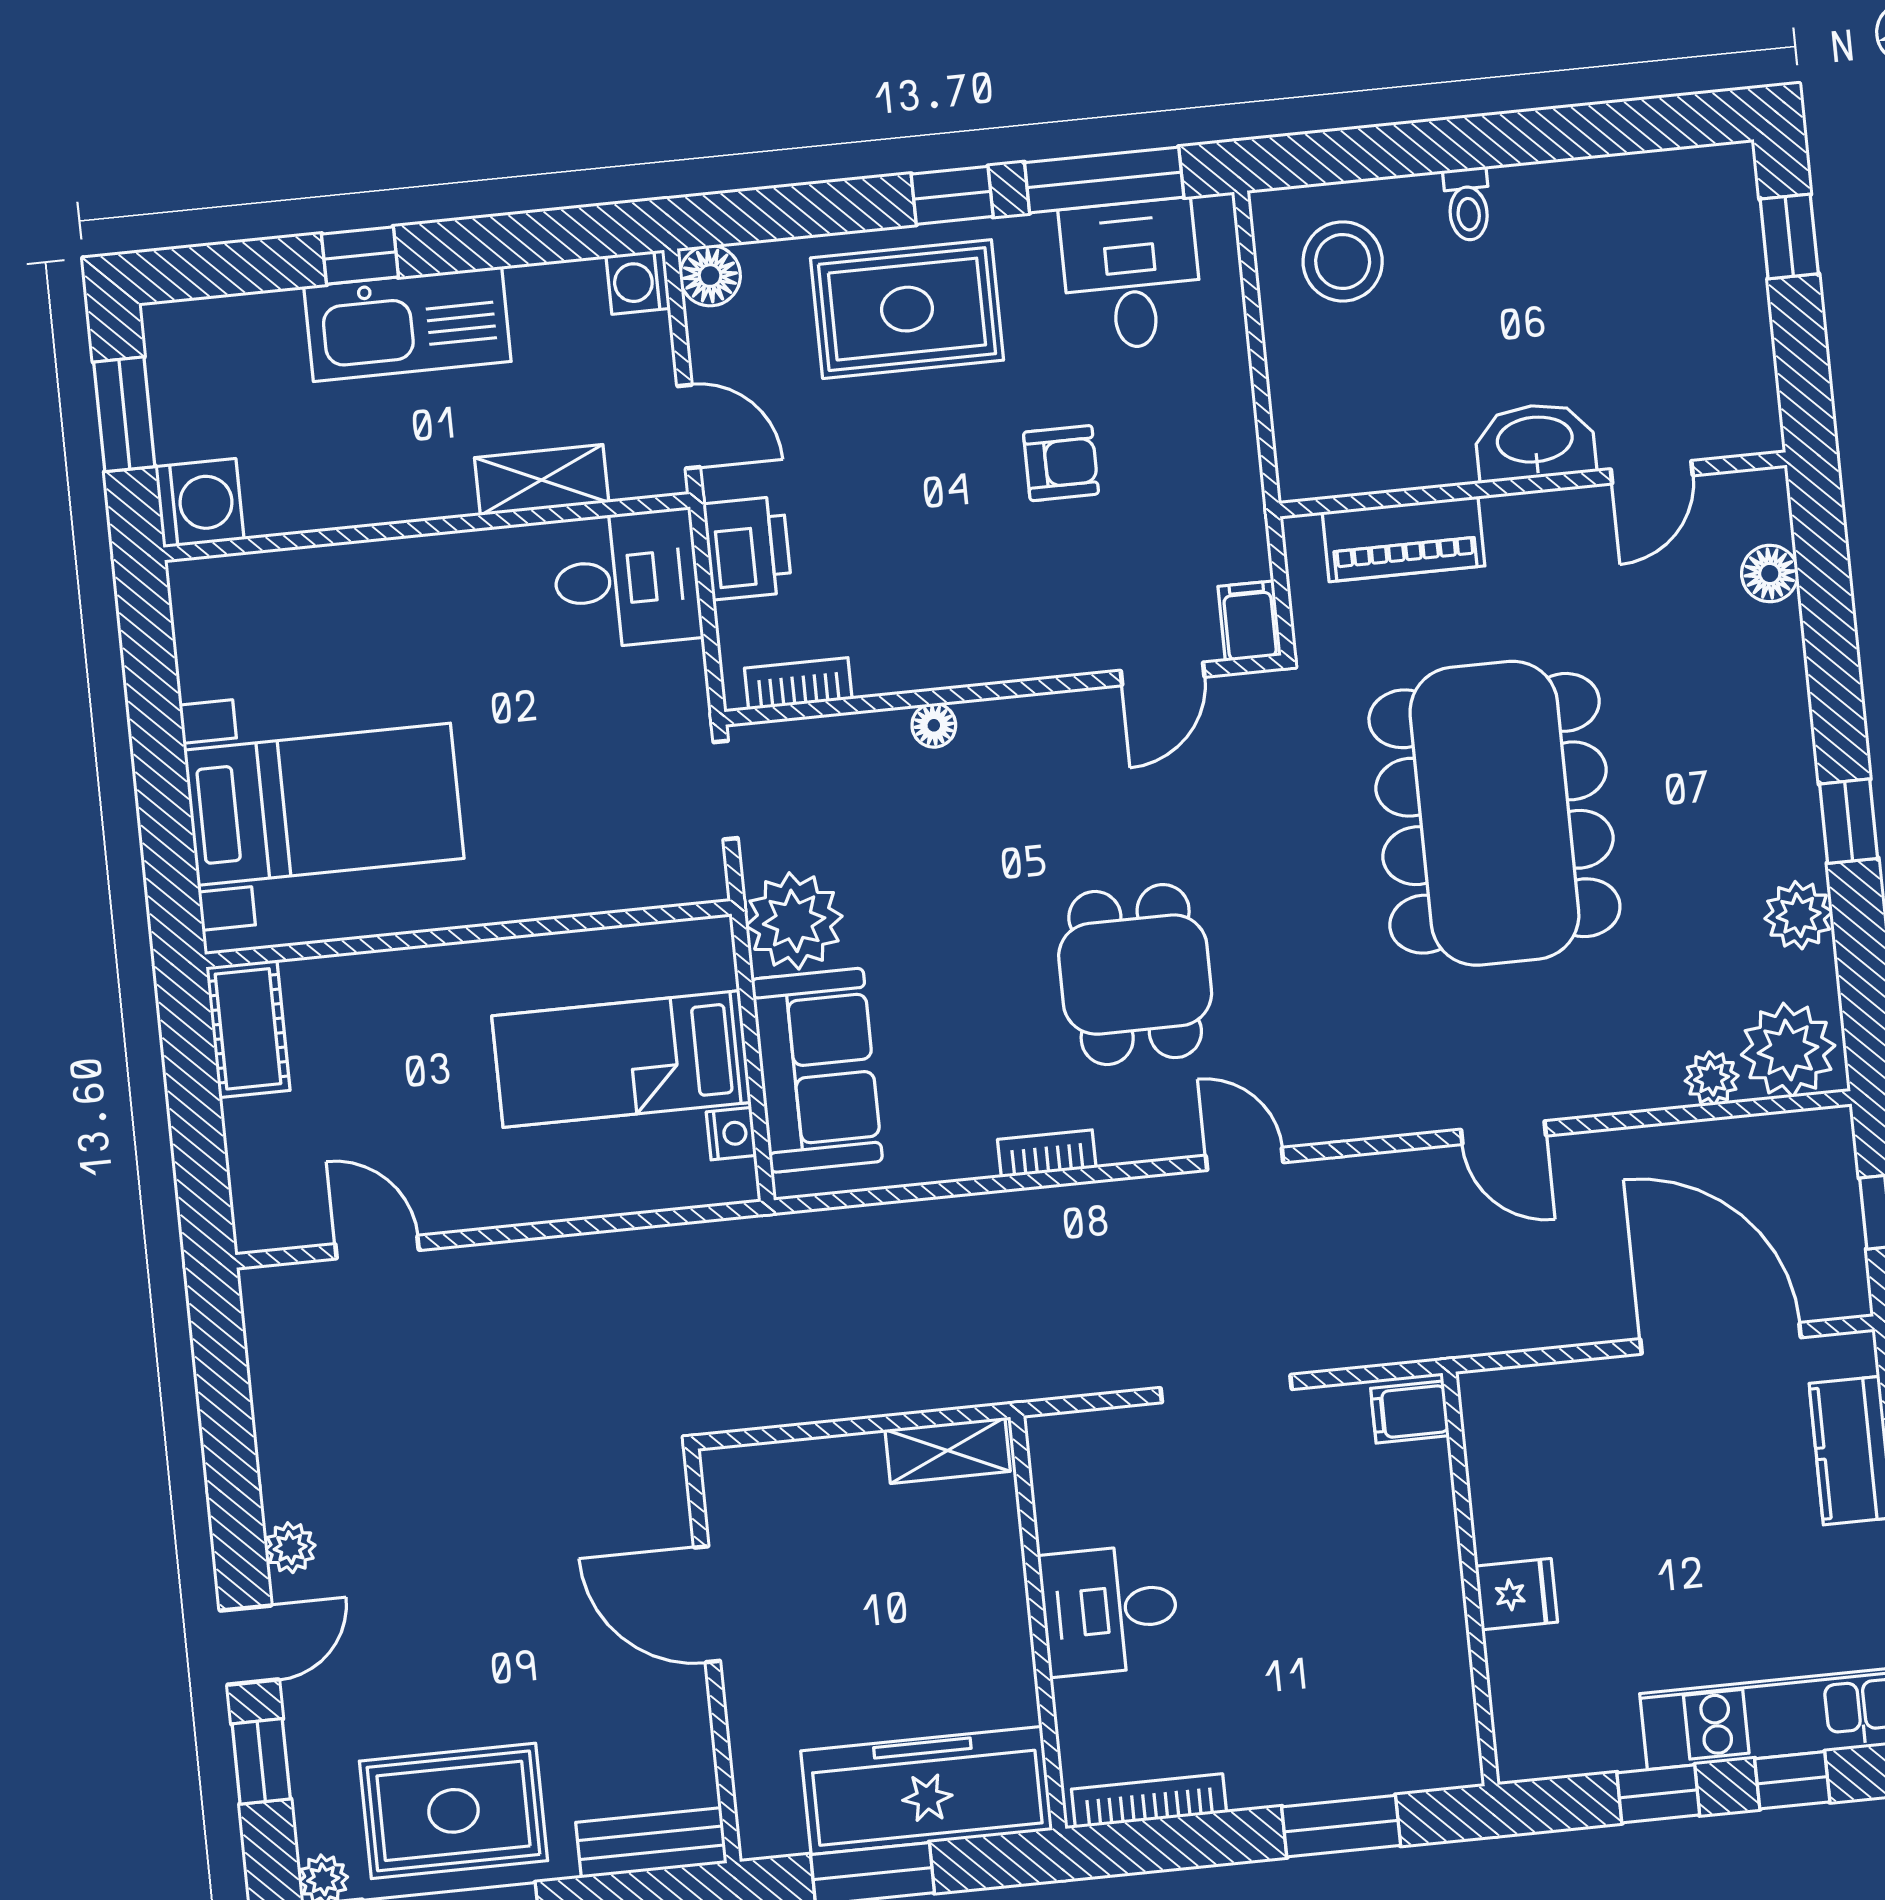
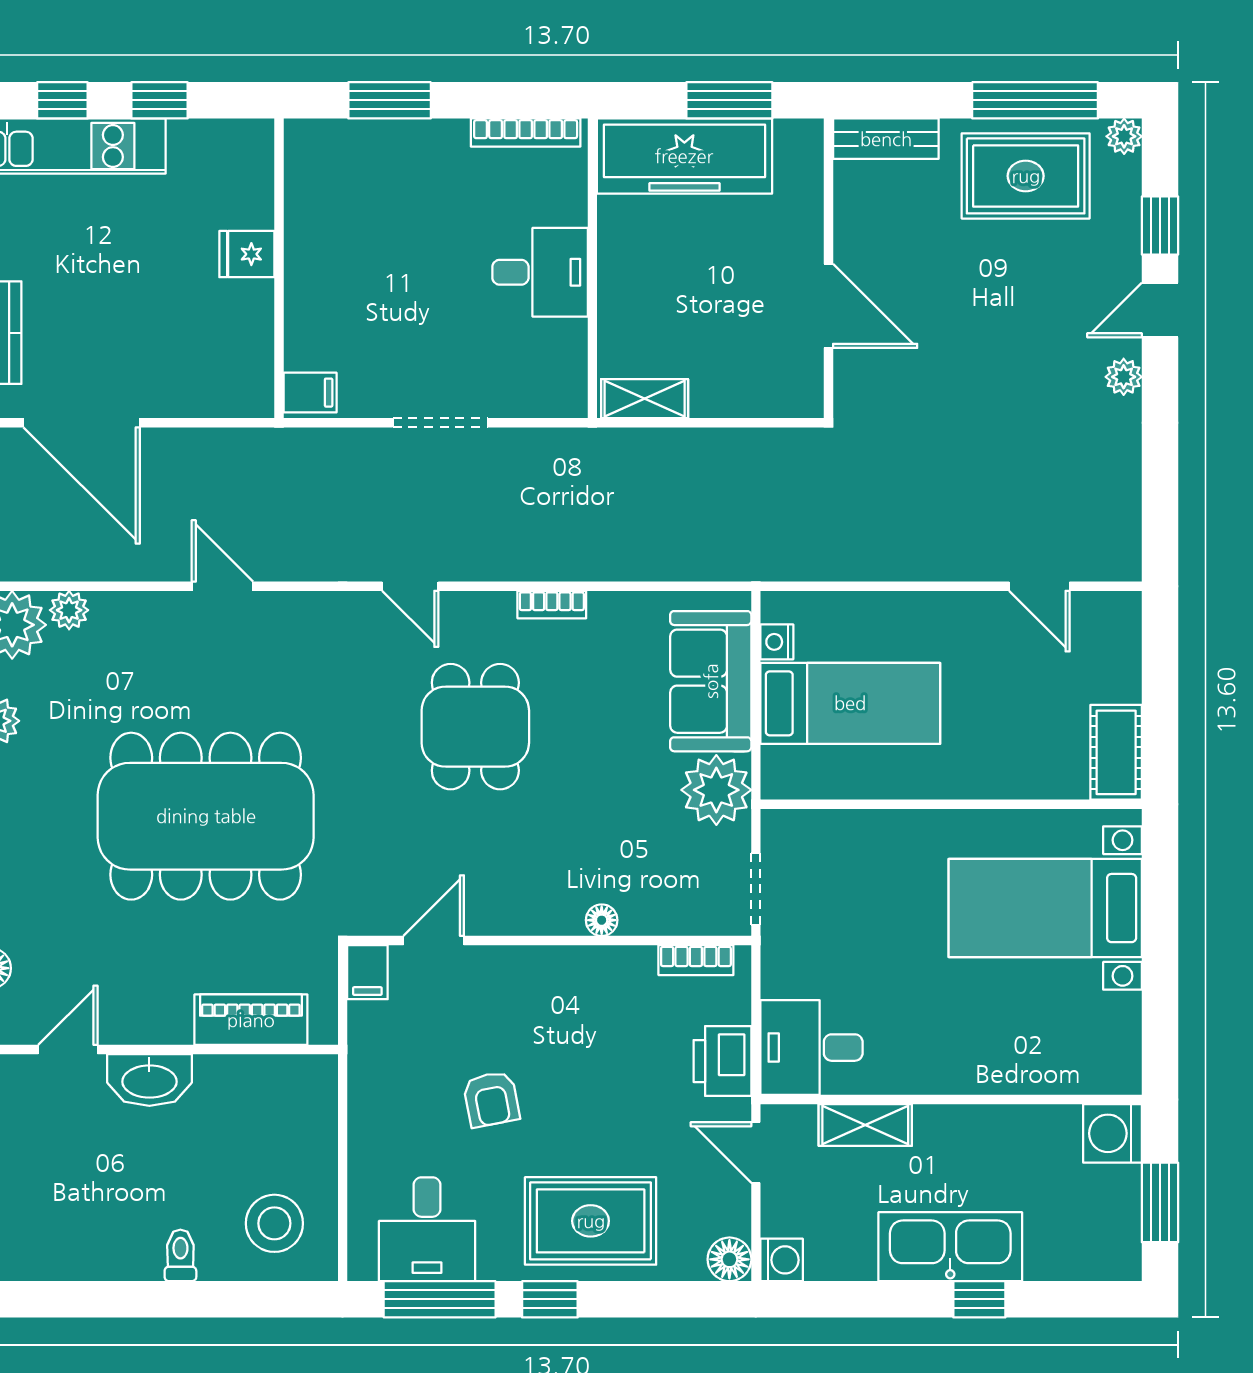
armchair: (1061, 463) -> (491, 1099), turned -101
dining table: (1494, 813) -> (206, 816), turned 90

